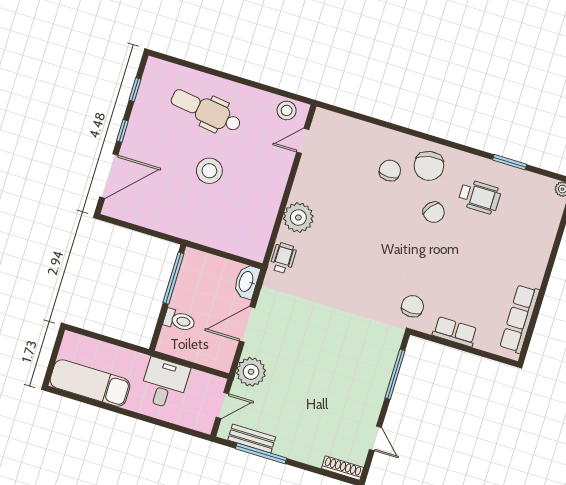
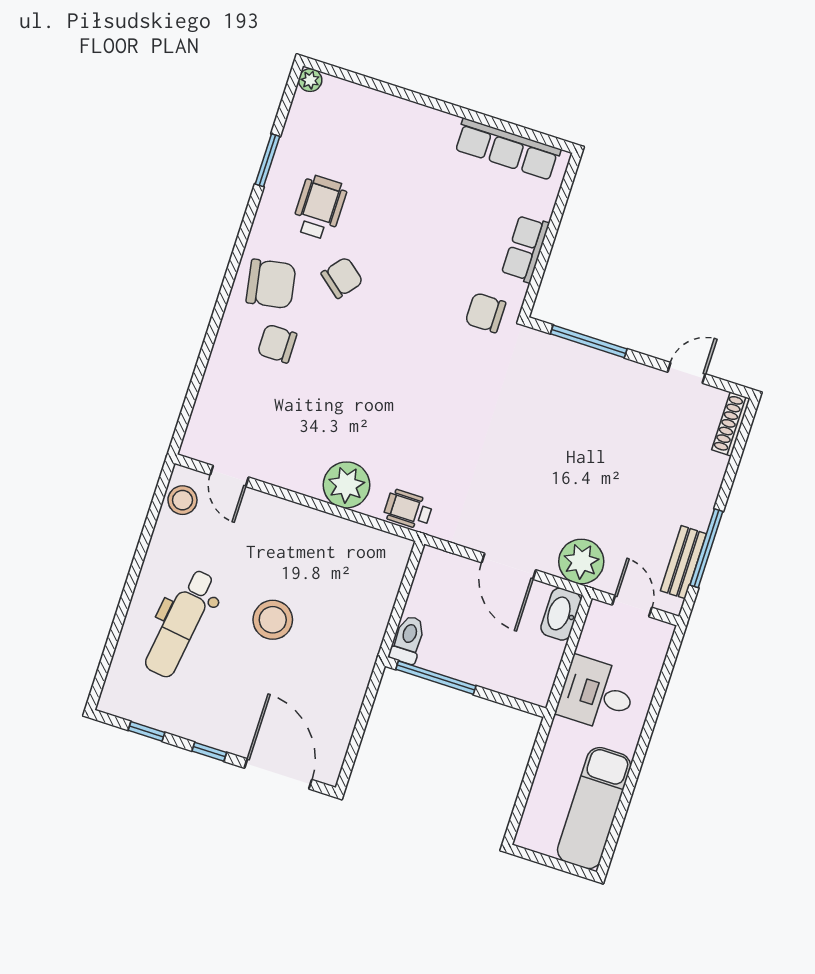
washbasin: (247, 282) -> (561, 614), moved, turned 90
toilet: (179, 320) -> (408, 640), moved

